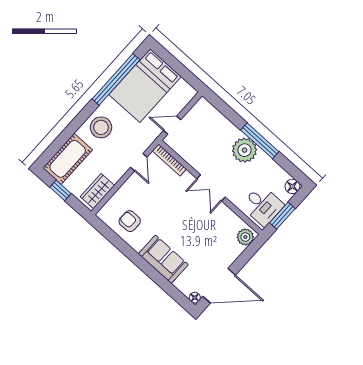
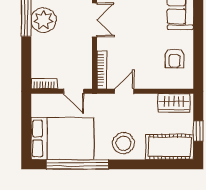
bookcase: (197, 109) -> (44, 84), added

